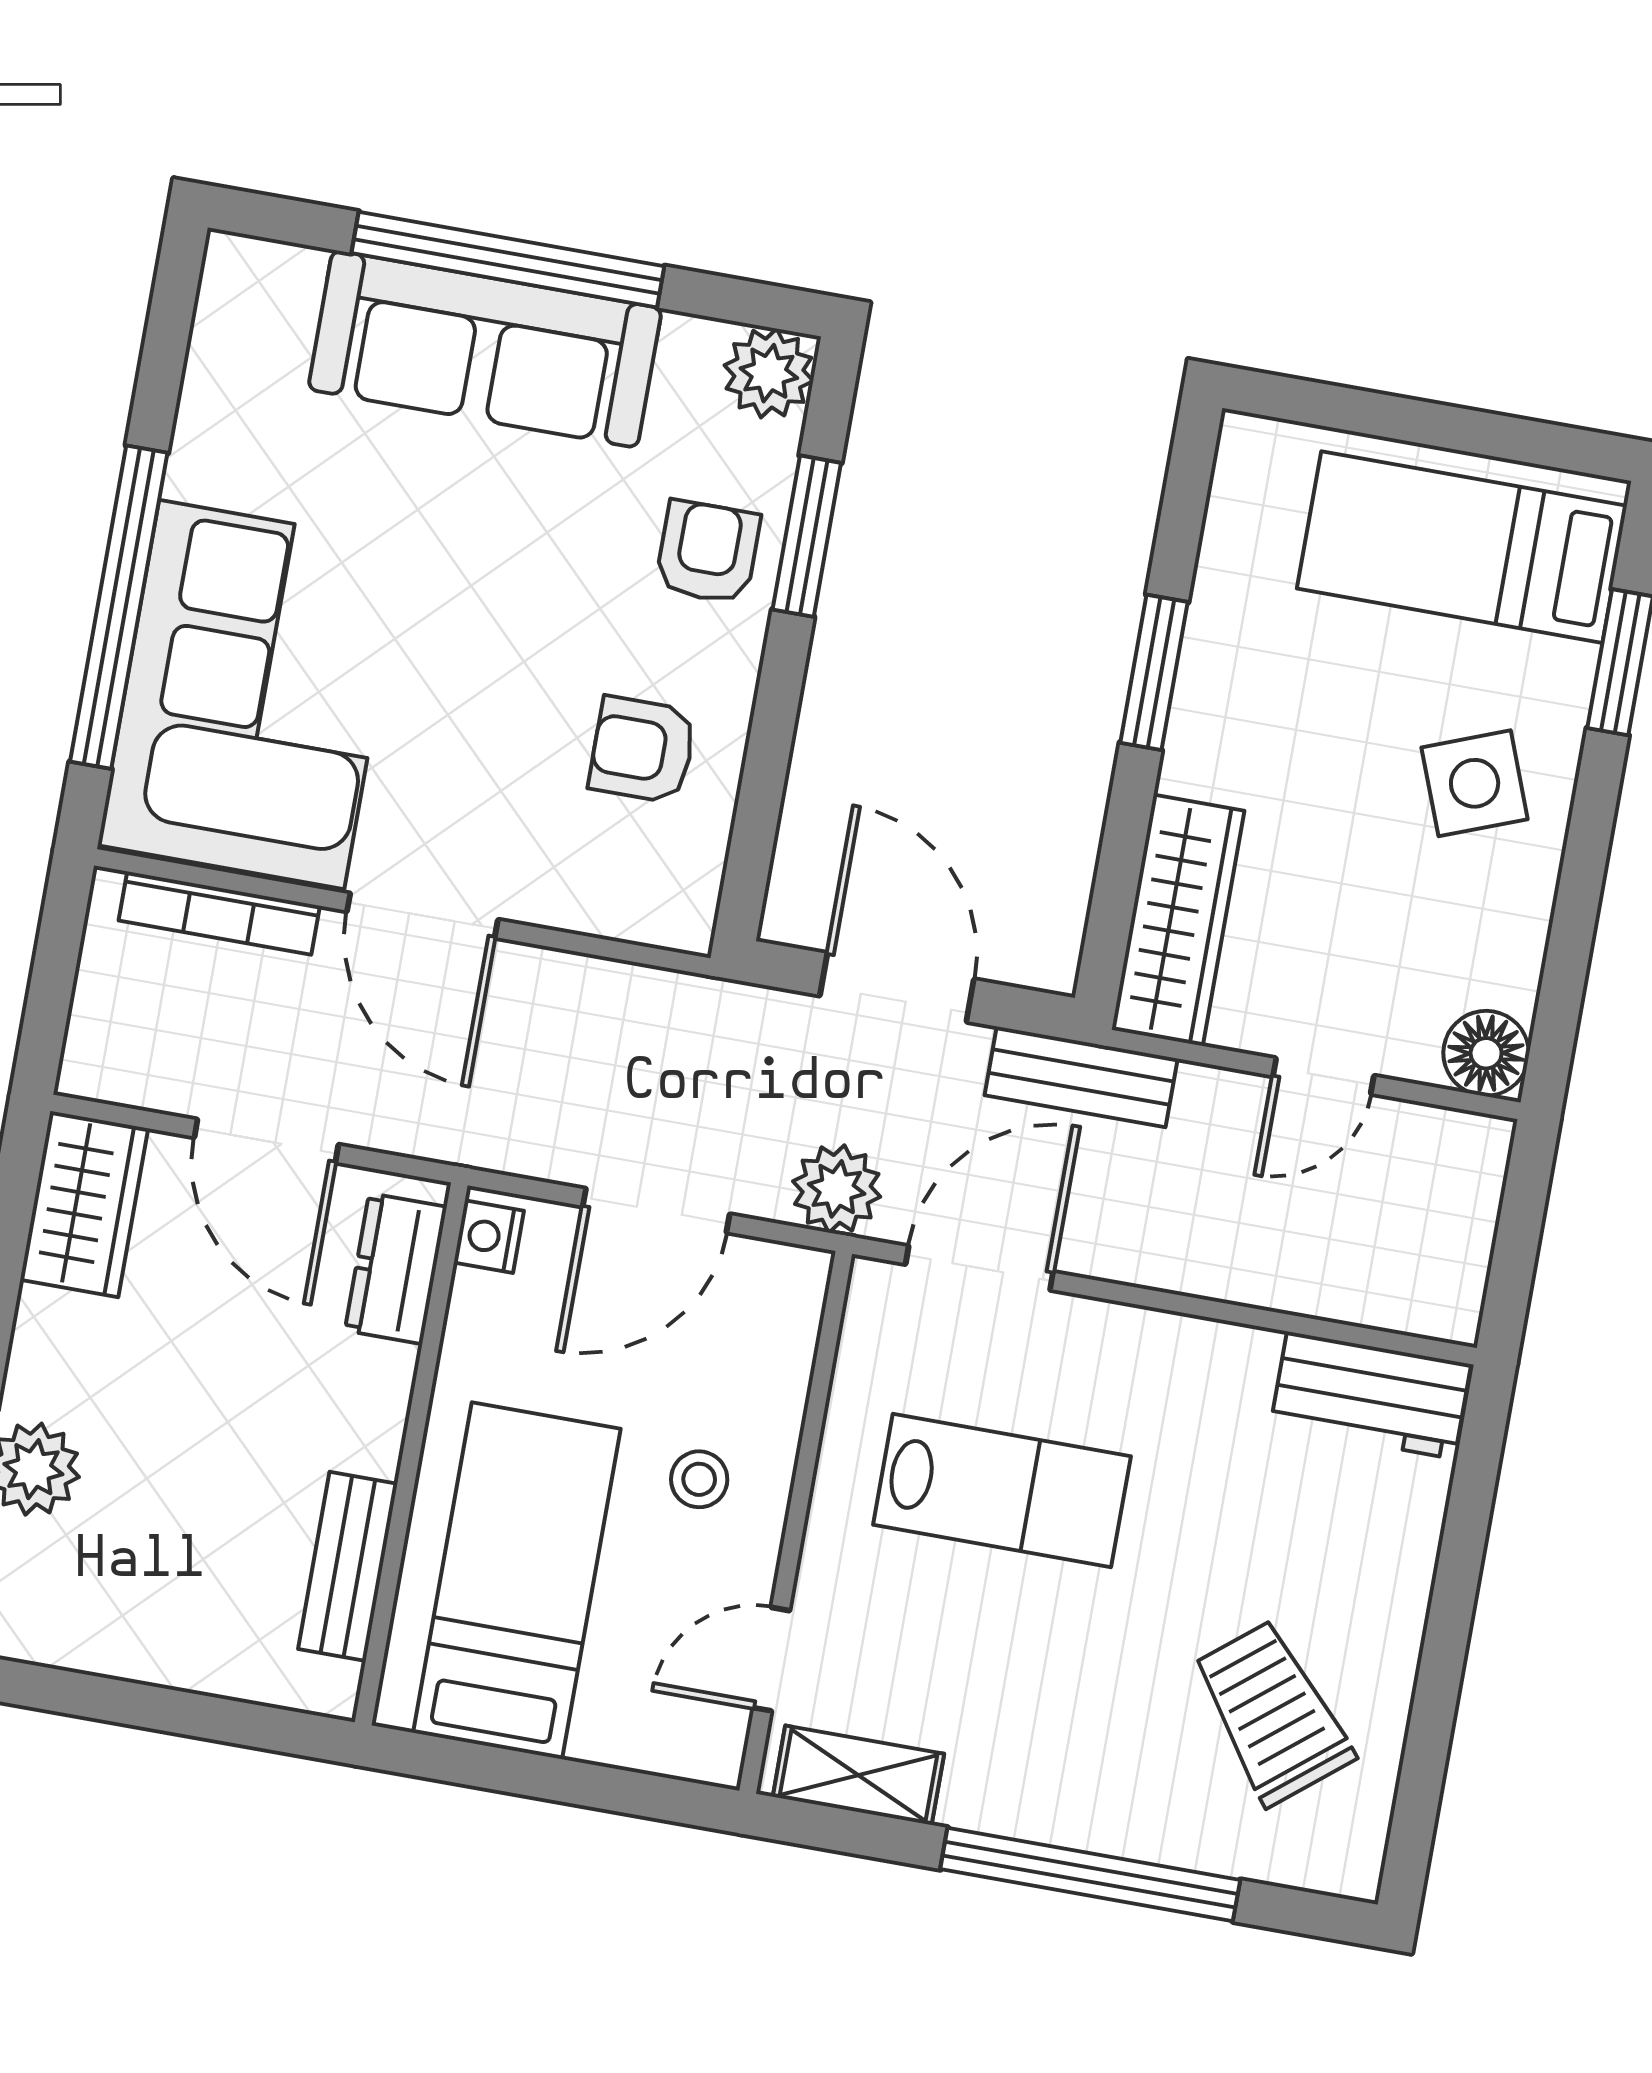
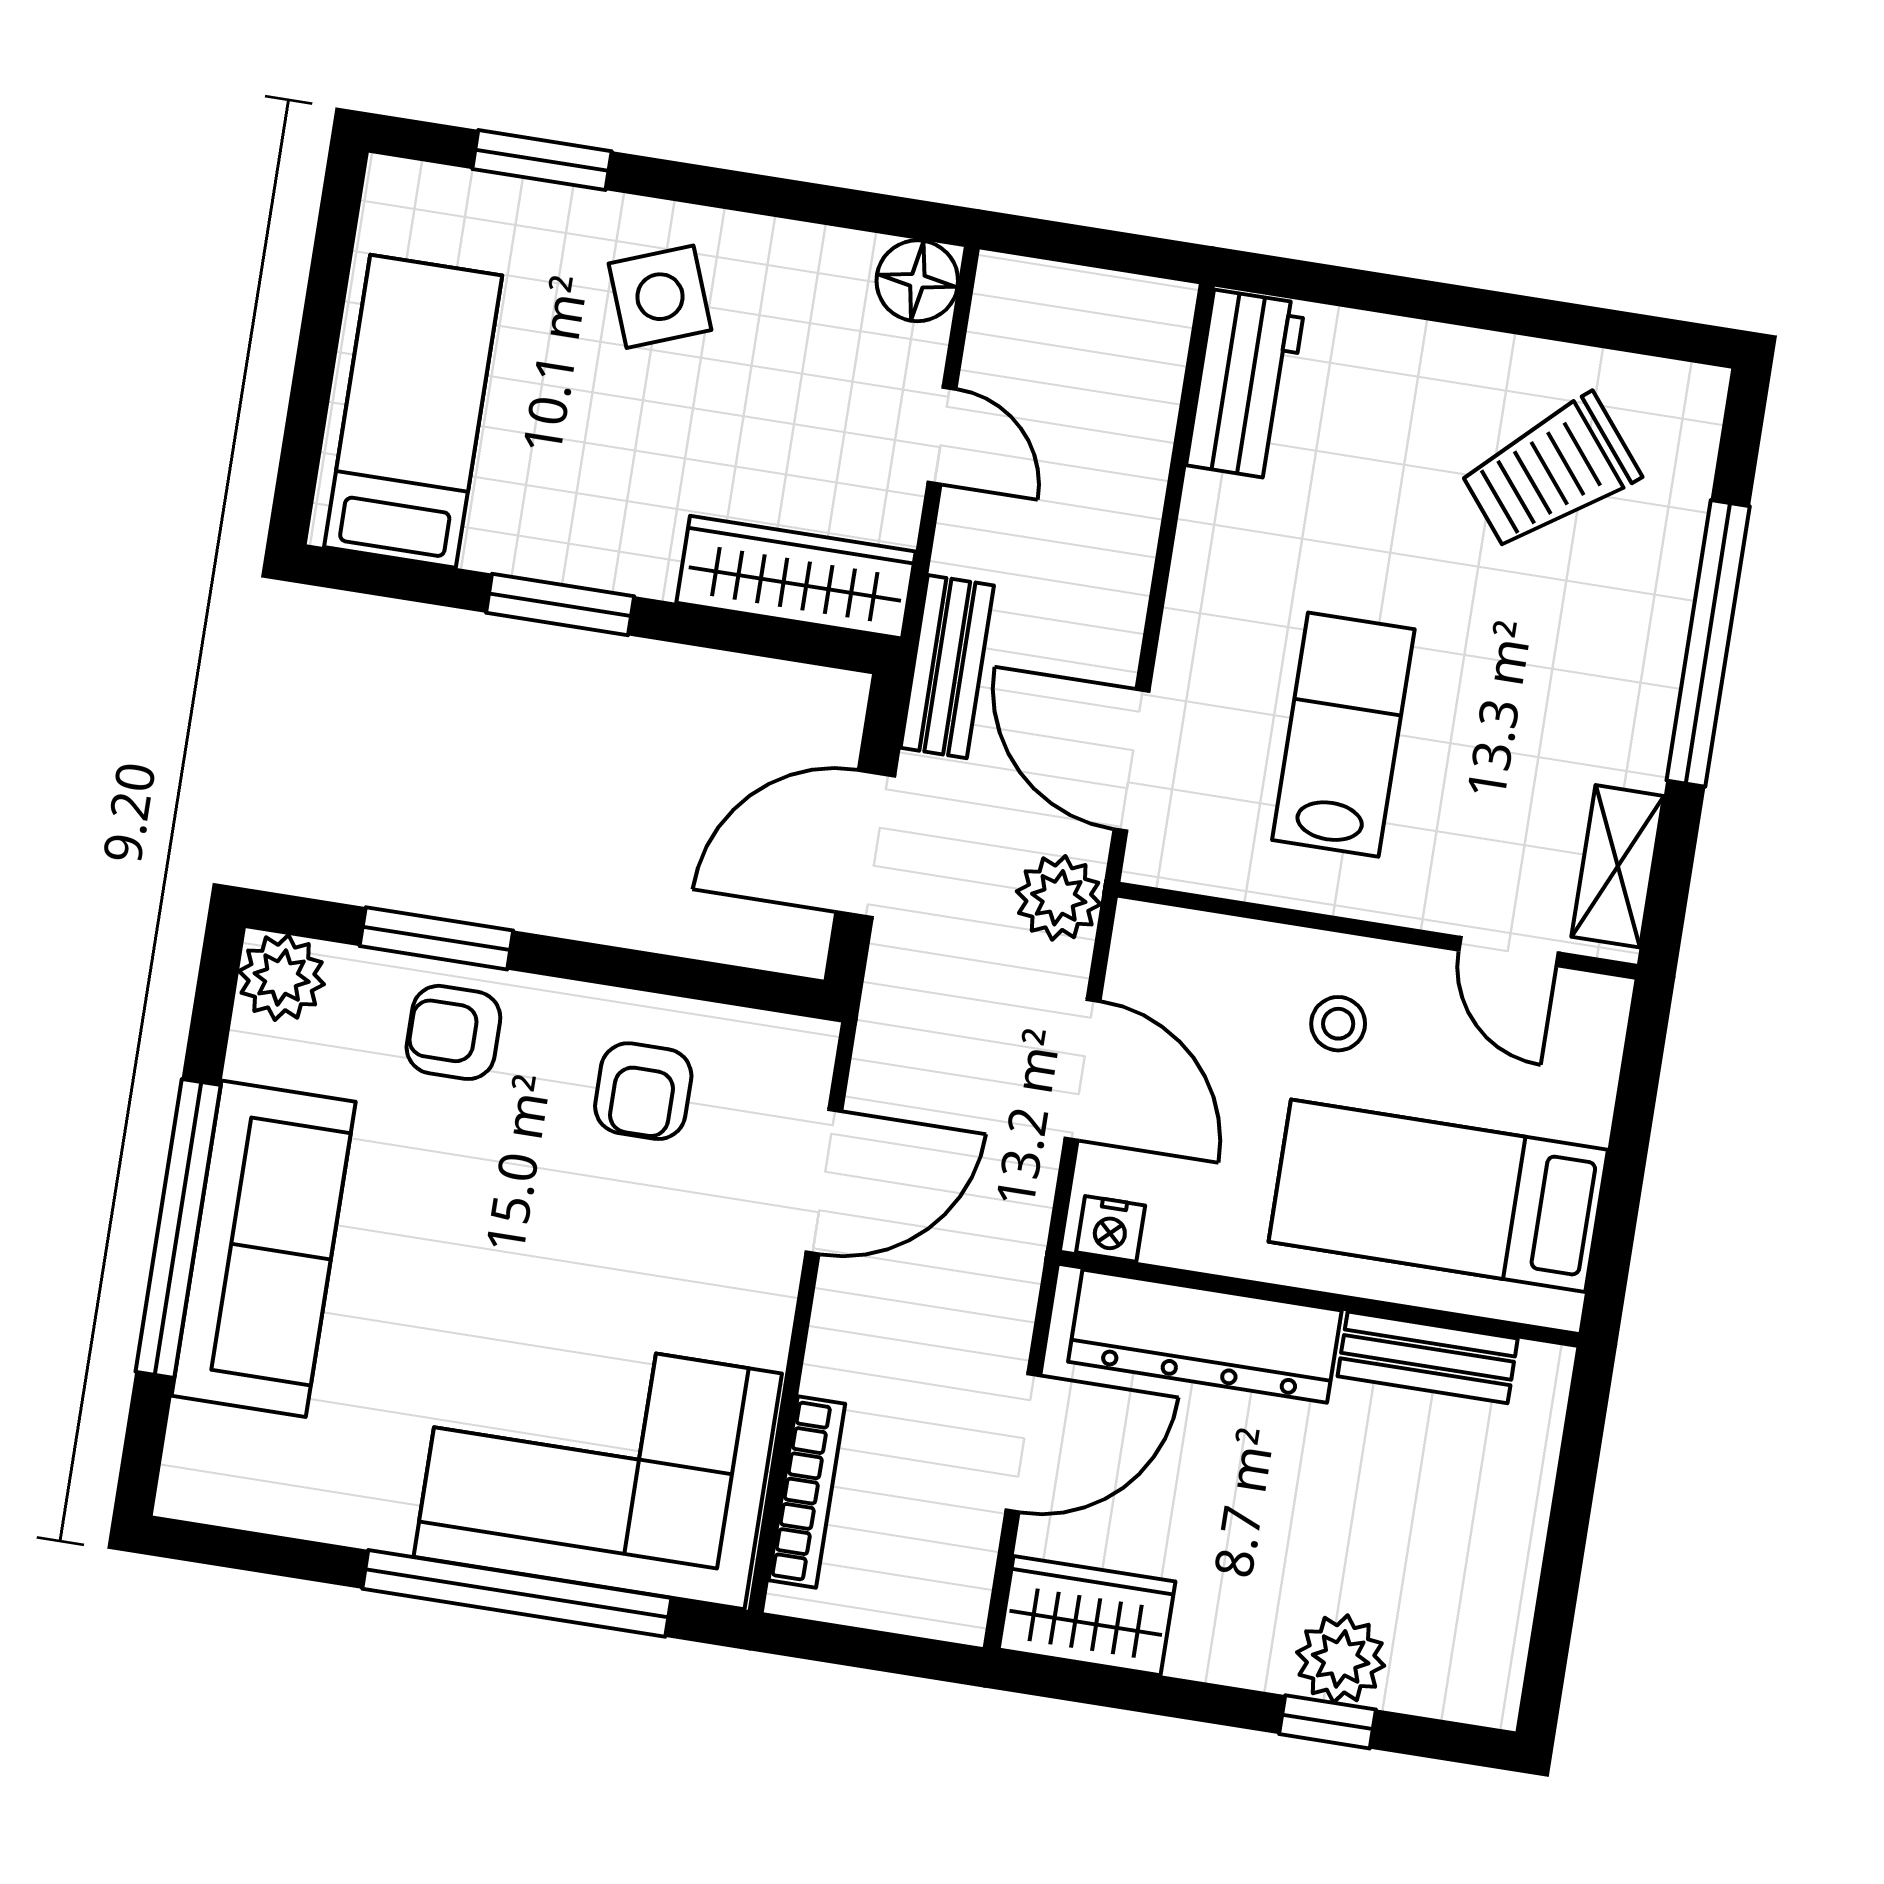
bed: (1462, 547) -> (413, 411), moved, turned 180
door: (422, 916) -> (824, 1182), moved
dresser: (396, 1269) -> (1205, 1336), width x1.96, depth x1.24

